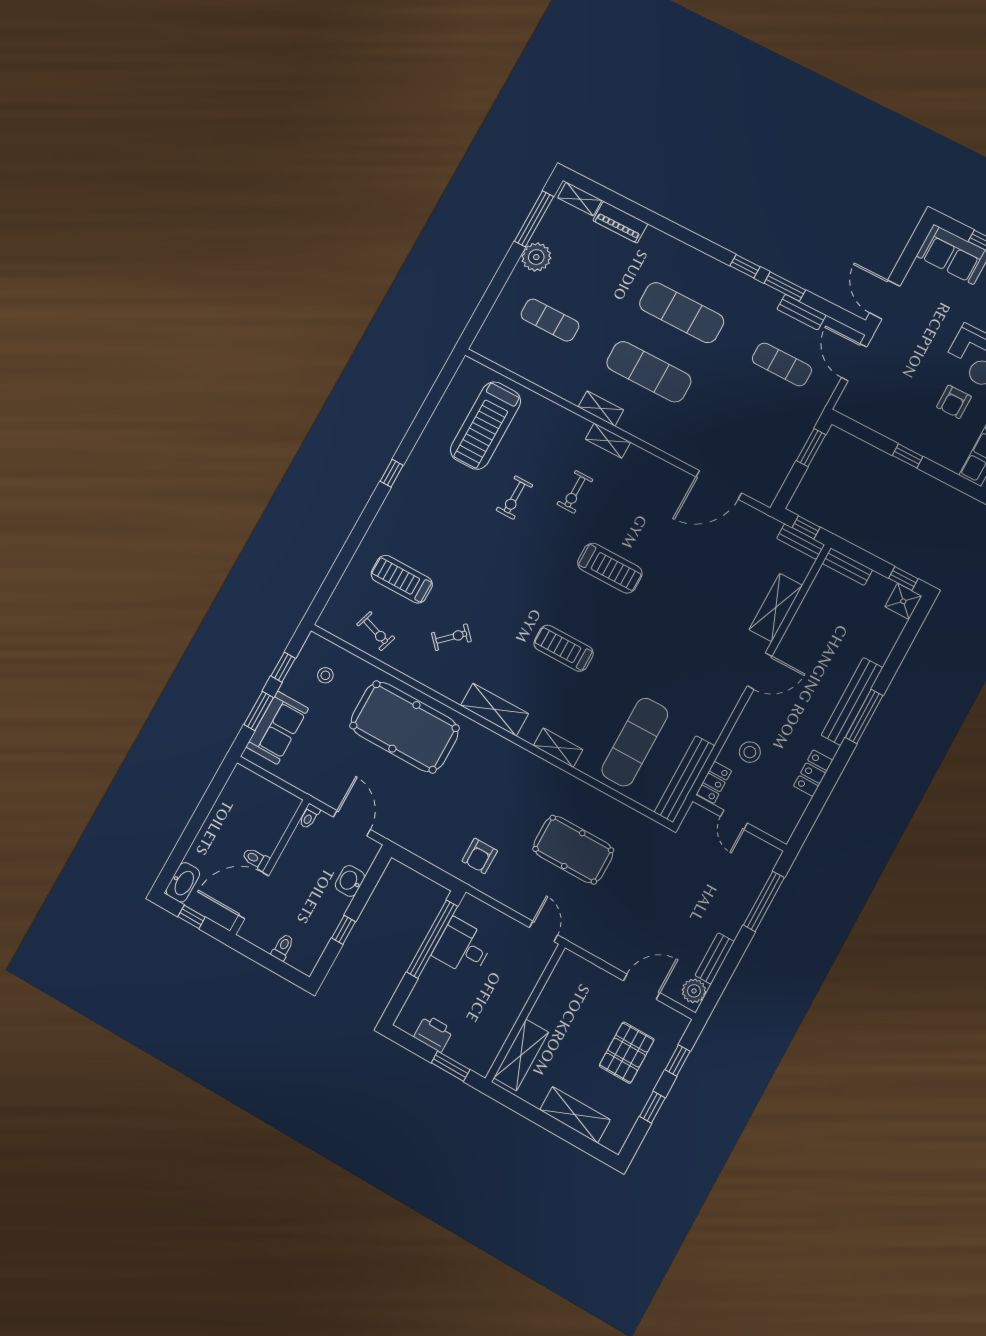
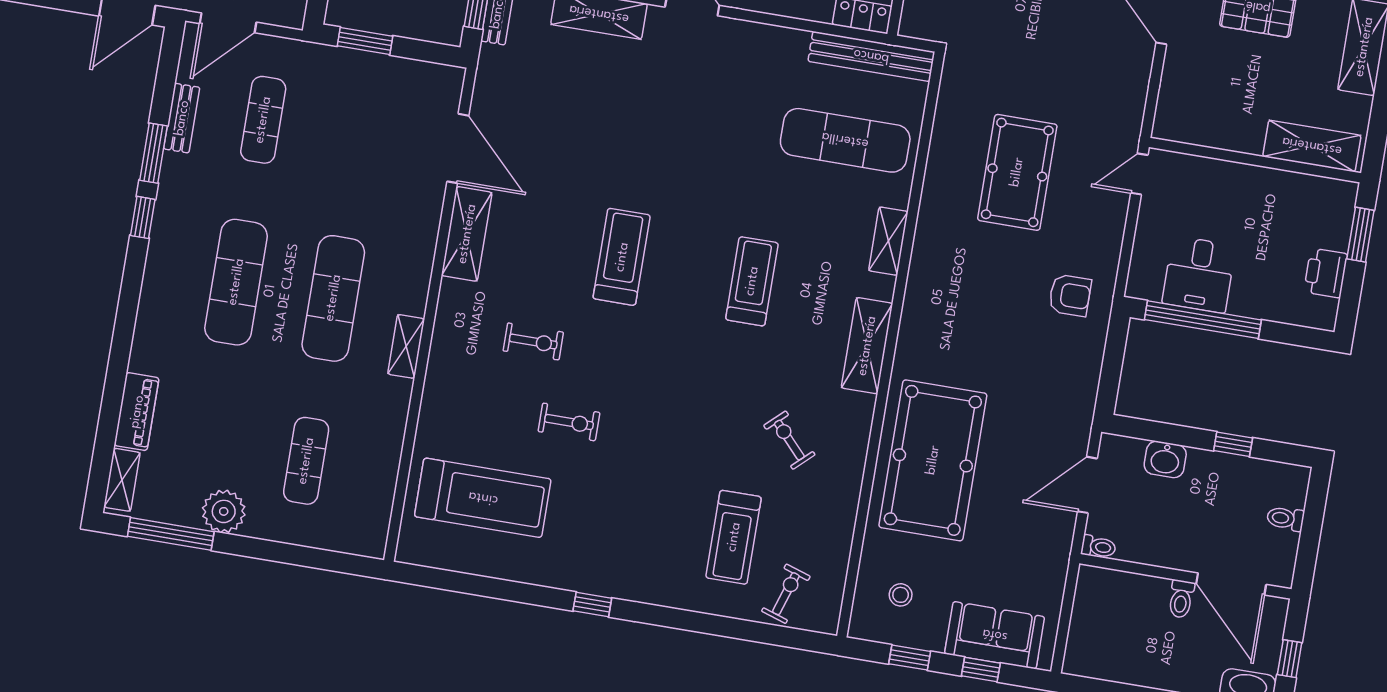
shelving: (608, 441) -> (467, 234), moved, width x1.50, depth x1.33
exercise bike: (376, 631) -> (786, 594), moved
treadmill: (564, 648) -> (752, 281), turned 180
window: (259, 711) -> (981, 669), width x0.67

